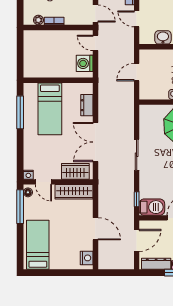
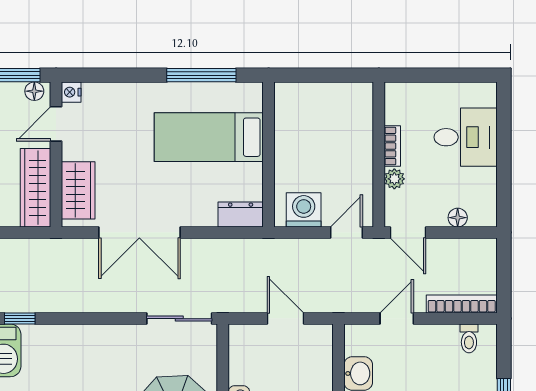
door: (95, 14) -> (408, 232), hinge flipped
plant: (38, 20) -> (394, 179), moved
dresser: (87, 105) -> (241, 214), moved
double door: (95, 142) -> (139, 232), swing flipped
sliding door: (137, 155) -> (179, 319), moved

